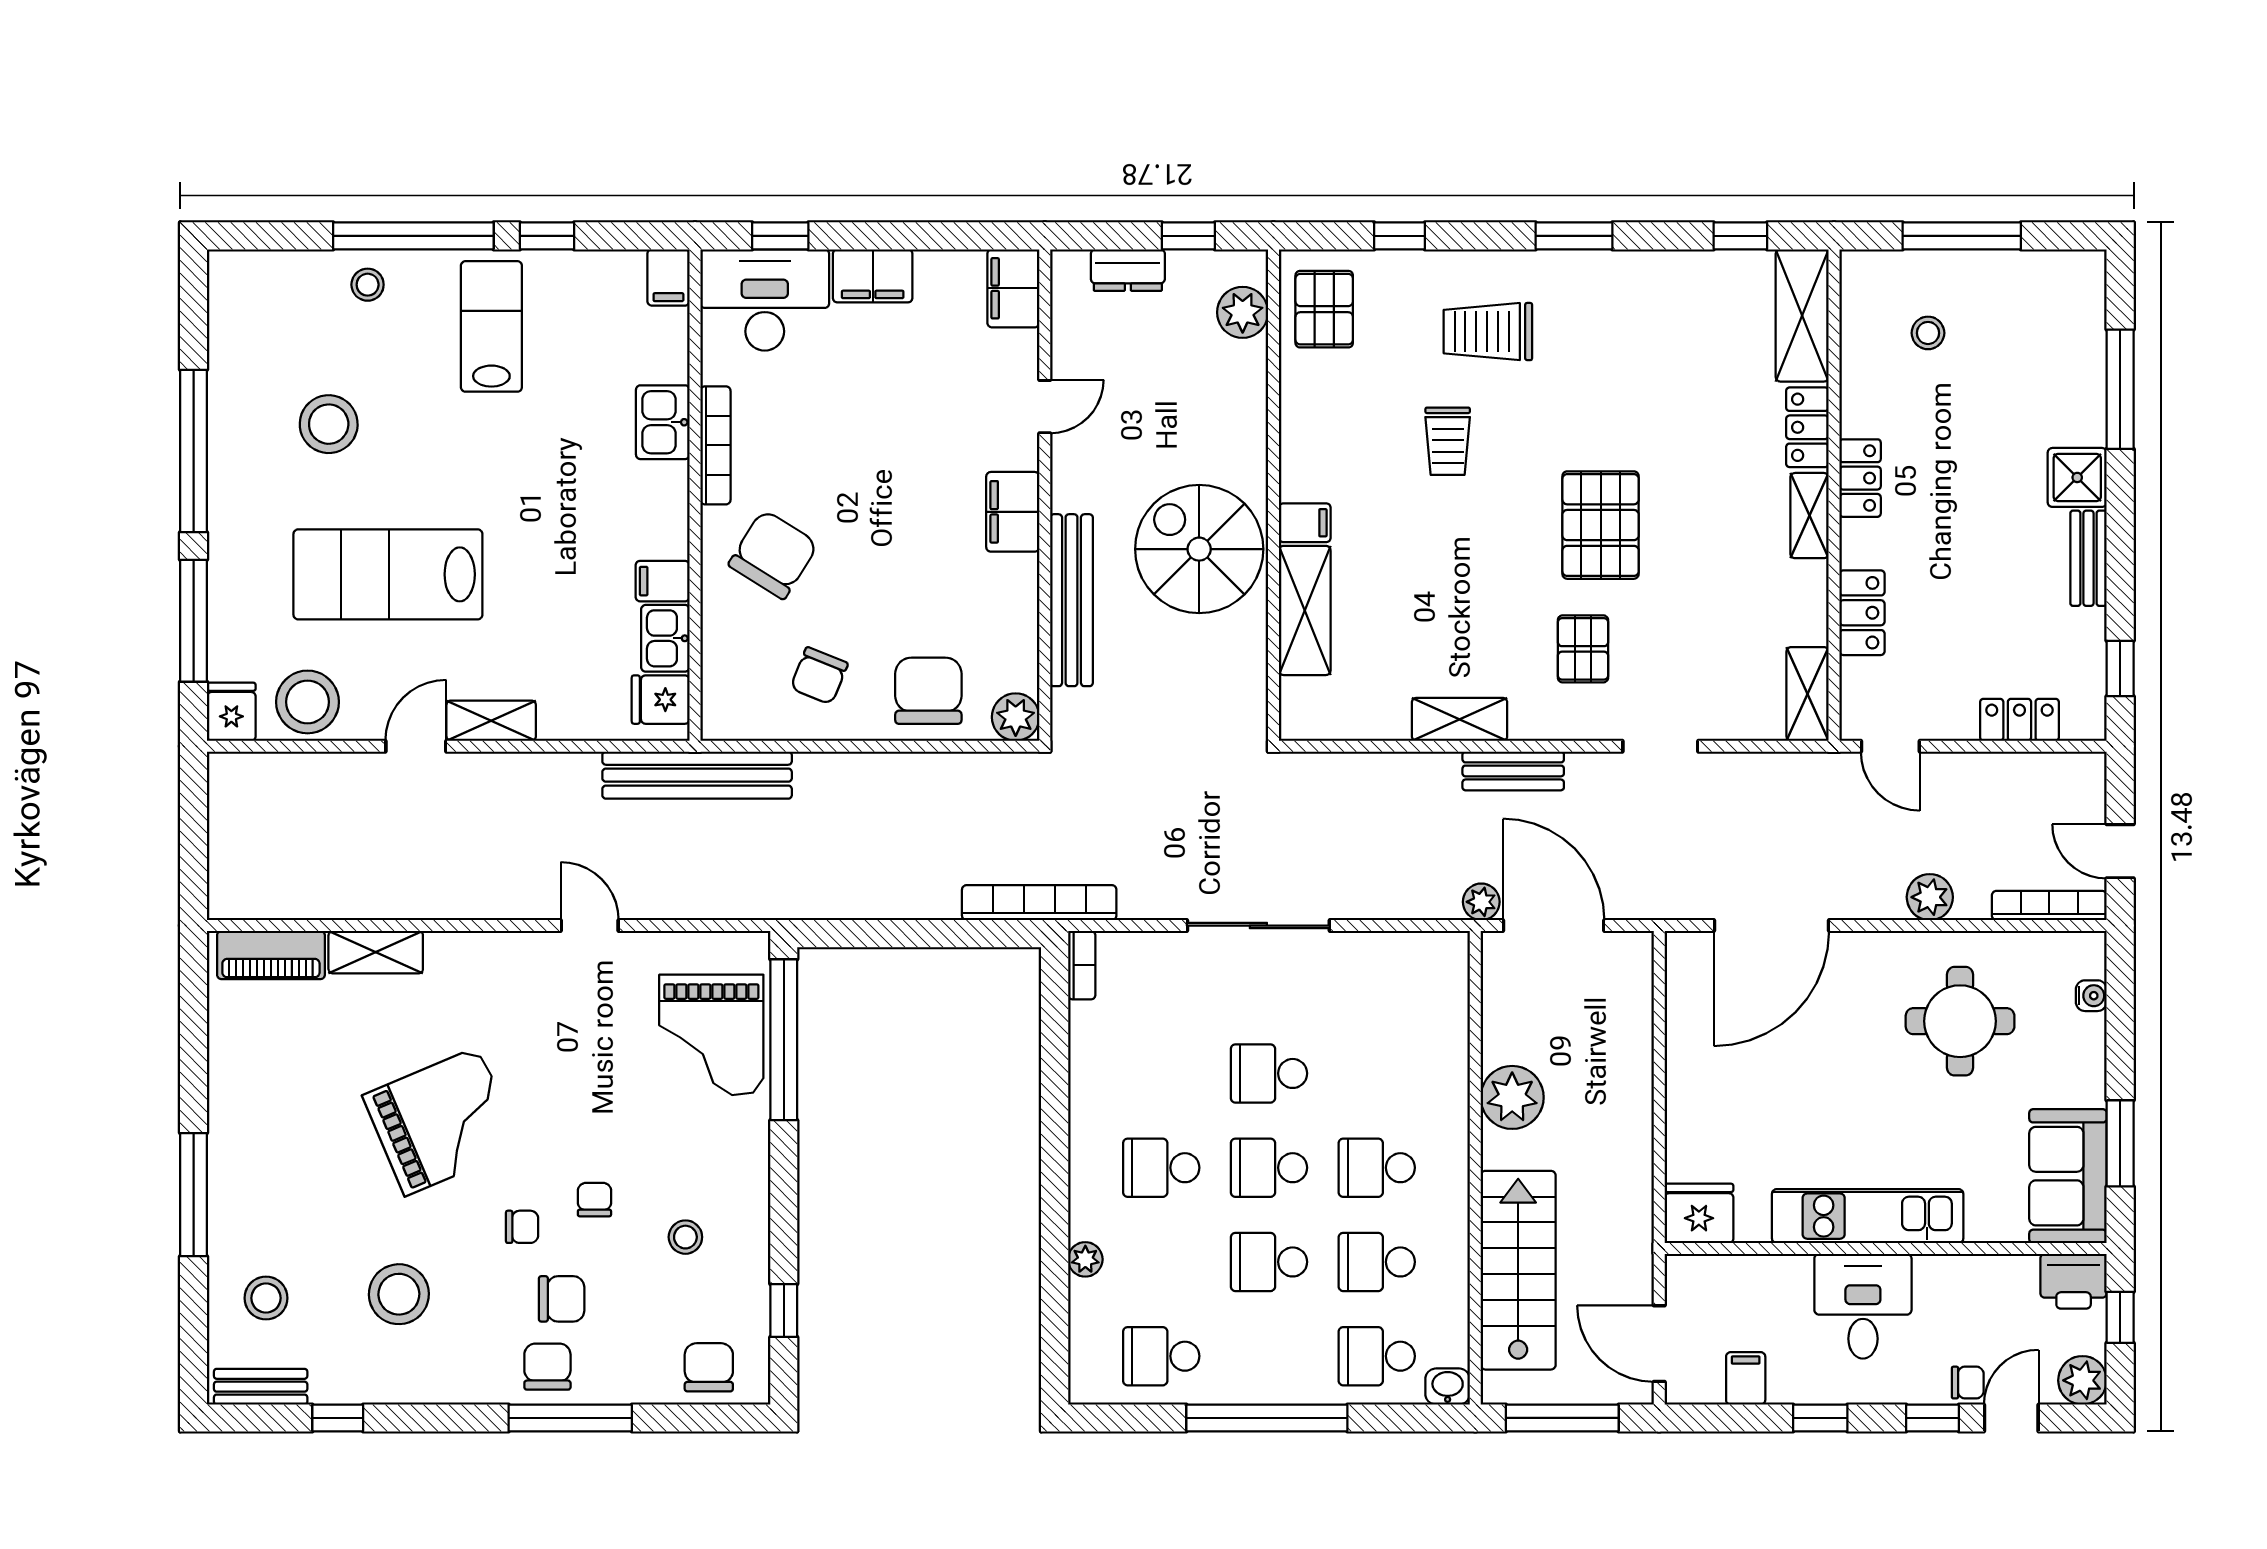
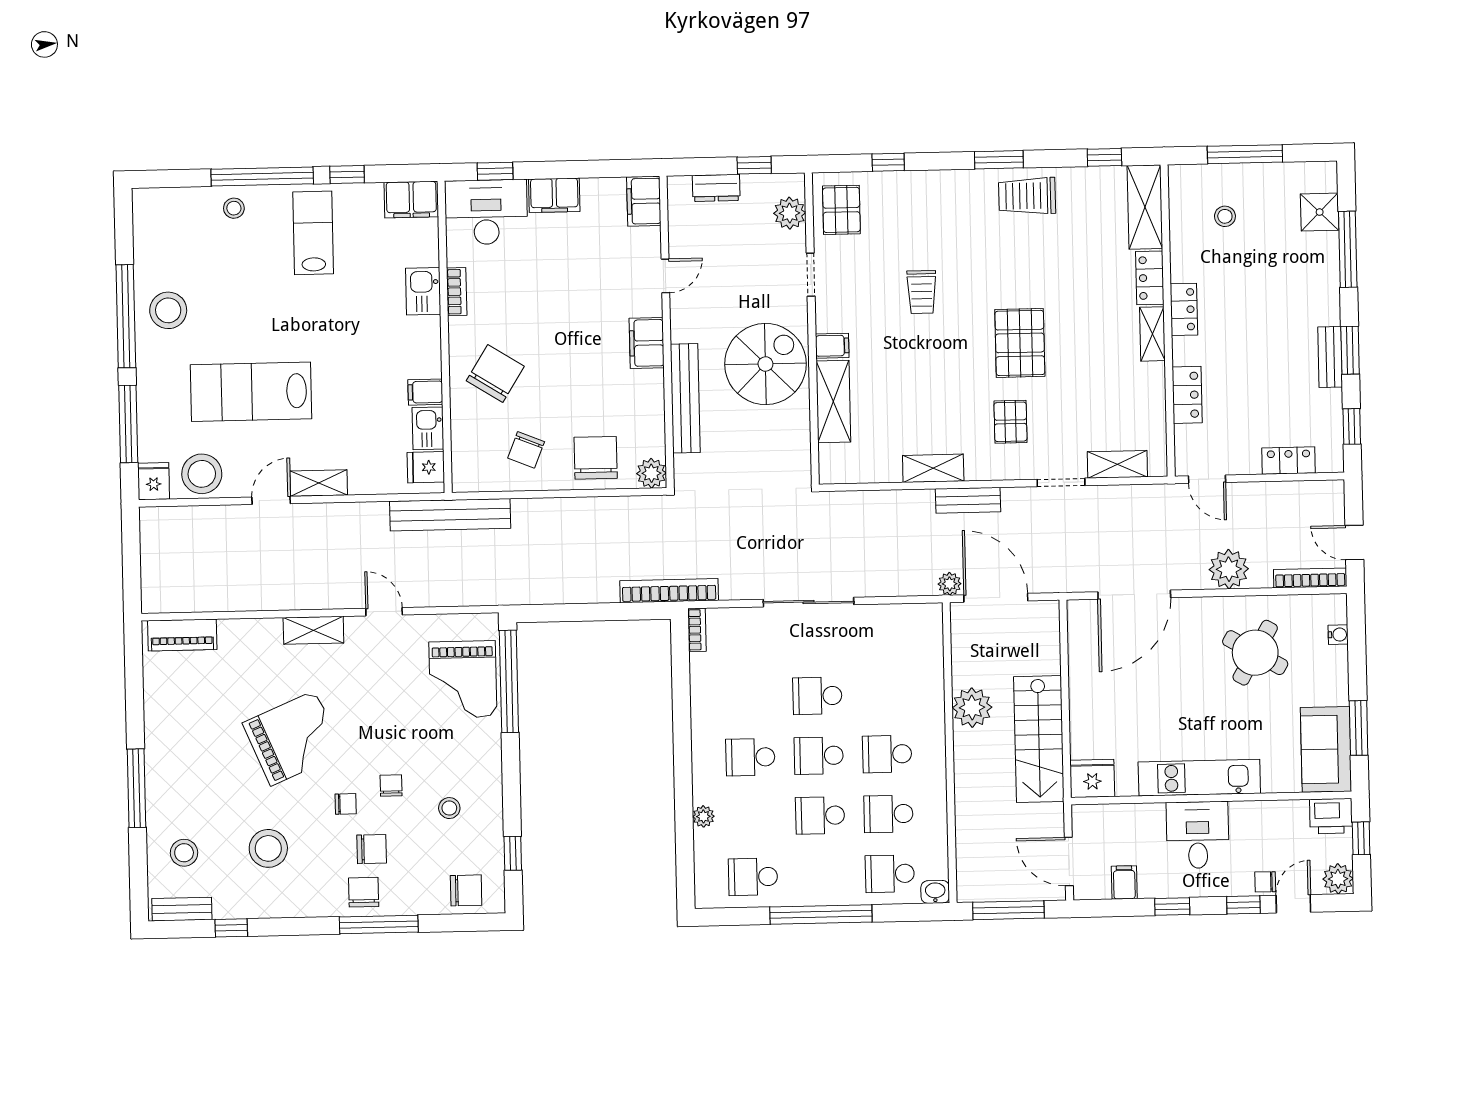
filing cabinet: (668, 277) -> (411, 200), width x2.00
trolley: (1488, 332) -> (1027, 196), moved
doorway: (1273, 410) -> (811, 275), added
stool: (329, 424) -> (168, 310), moved
bookcase: (715, 445) -> (457, 292), width x0.64
shower: (2077, 477) -> (1320, 212), moved
window: (2120, 548) -> (1350, 350), added
spiral stairs: (1199, 549) -> (765, 364), turned 90
shelving: (1808, 694) -> (1117, 464), moved, turned 90
plant: (1930, 897) -> (1229, 569), width x1.36, depth x1.36
shelving: (376, 952) -> (313, 630), moved
round table: (1960, 1021) -> (1255, 653), turned 30
stairs: (1518, 1270) -> (1039, 739), moved, turned 180
chair: (709, 1367) -> (466, 890), turned 90
chair: (1968, 1383) -> (1265, 882), turned 180

